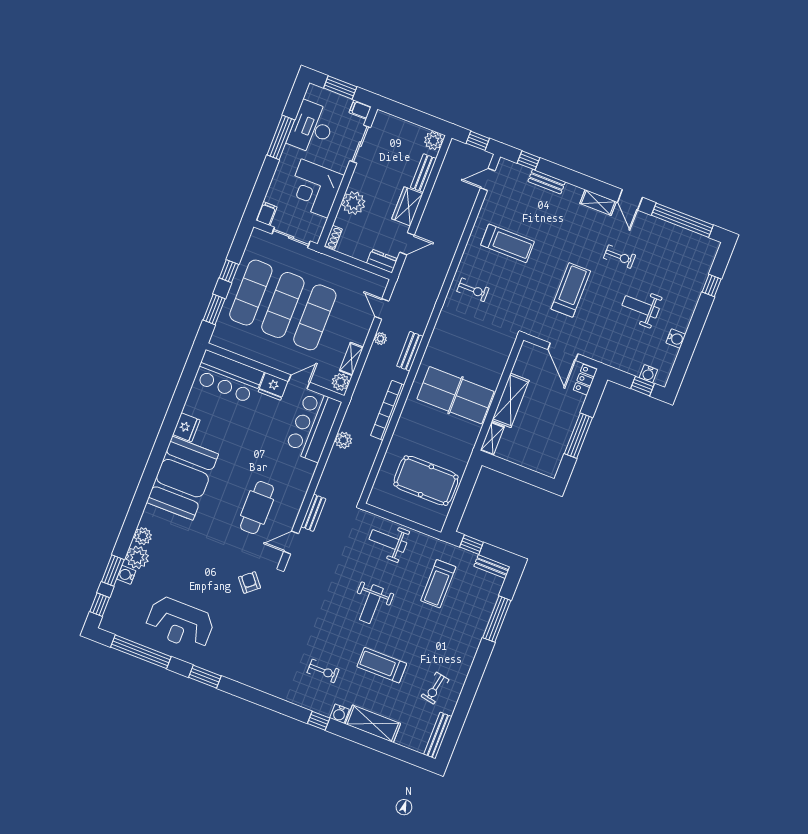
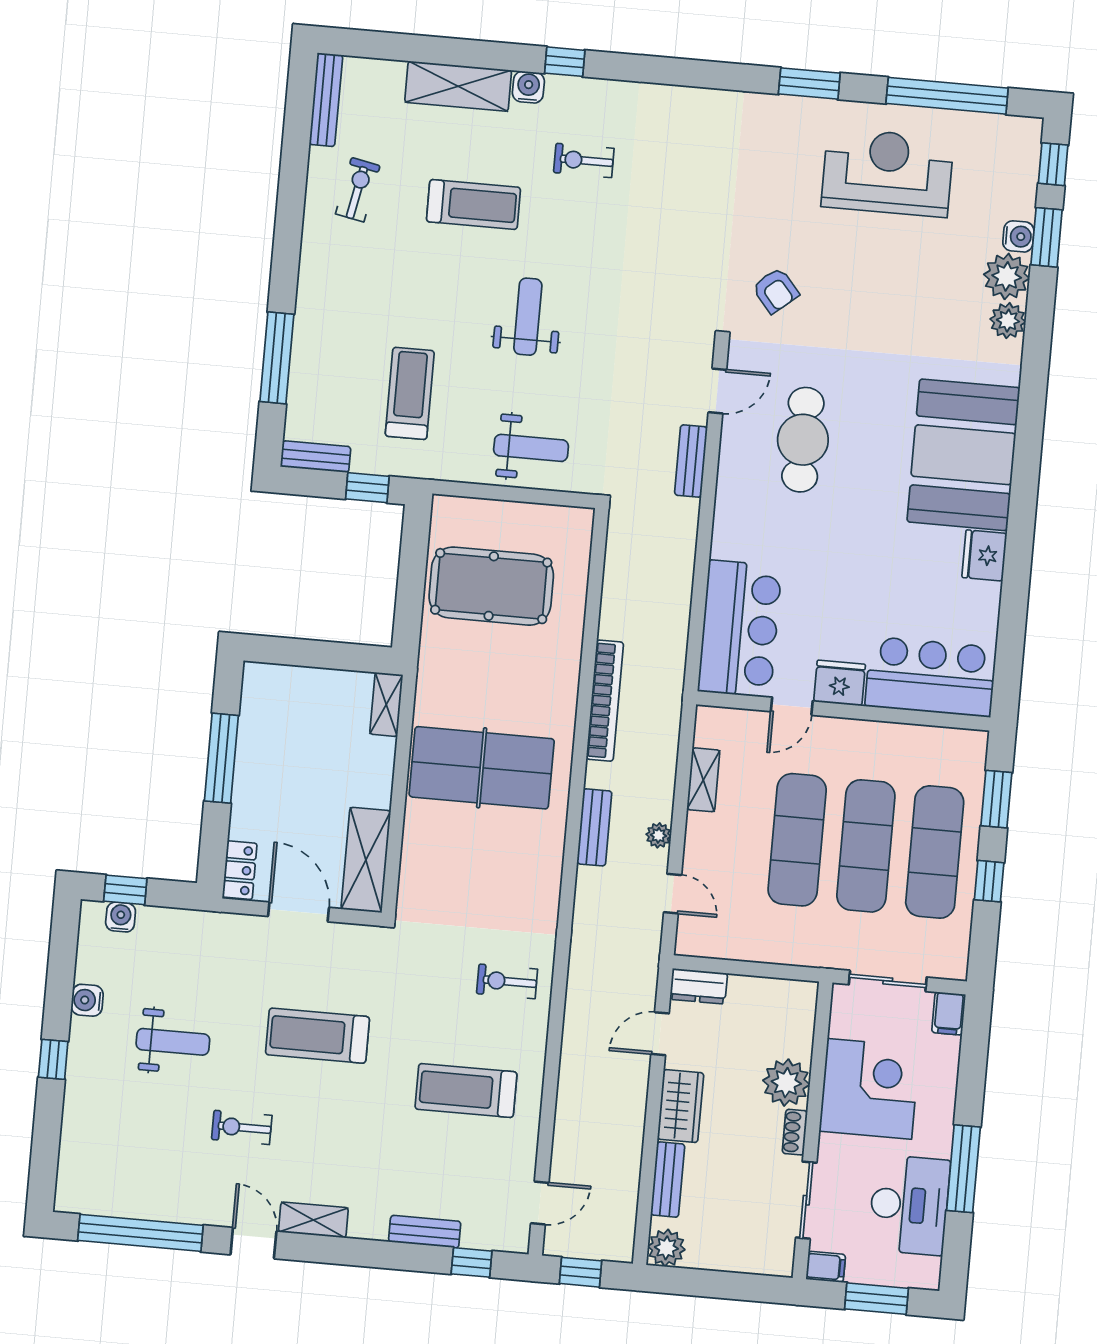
shoe rack: (333, 237) -> (795, 1132), moved
window: (712, 286) -> (53, 1059), moved
treadmill: (571, 290) -> (317, 1036), turned 90
plant: (341, 382) -> (711, 729), removed
shelving: (511, 400) -> (366, 860), moved
plant: (343, 440) -> (673, 618), removed

